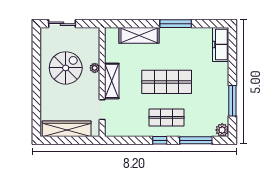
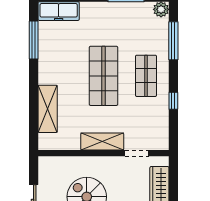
window: (176, 24) -> (34, 40), moved
plant: (95, 68) -> (87, 162), removed
window: (160, 140) -> (173, 101), moved

